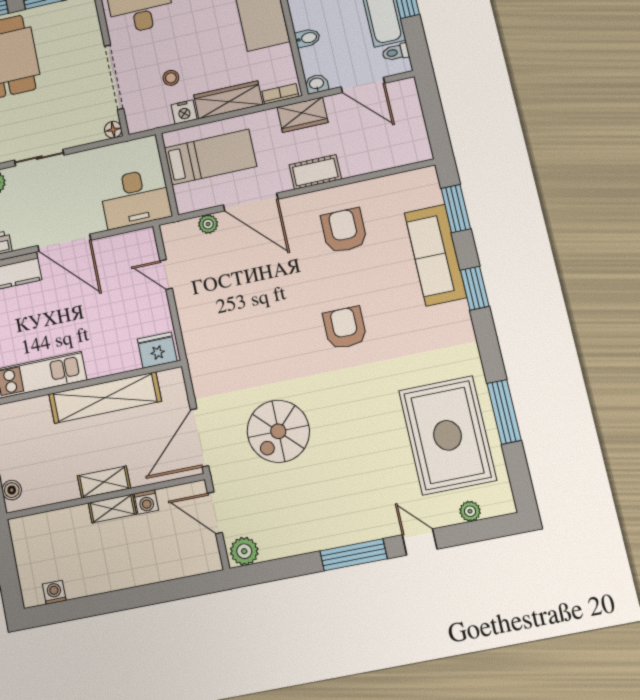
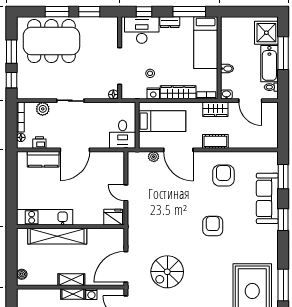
desk: (135, 198) -> (123, 134), width x0.73
door: (64, 243) -> (75, 150), hinge flipped
door: (166, 275) -> (126, 193), moved
shelving: (105, 398) -> (57, 236), moved

